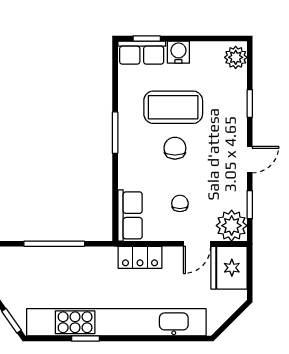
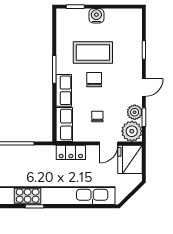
row of seats: (142, 53) -> (64, 90), moved, turned -90
plant: (236, 57) -> (135, 112), moved

